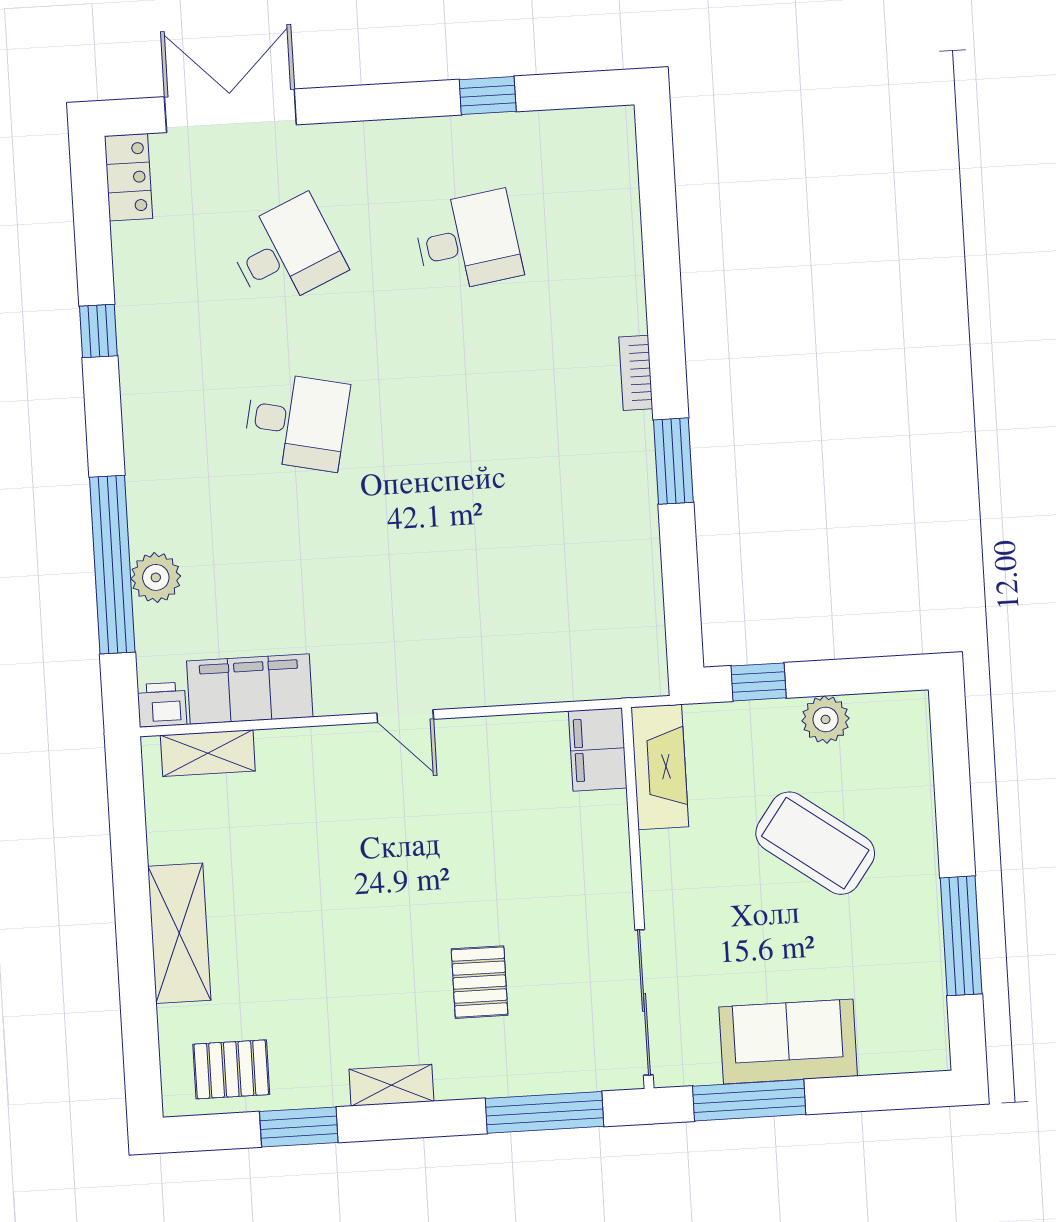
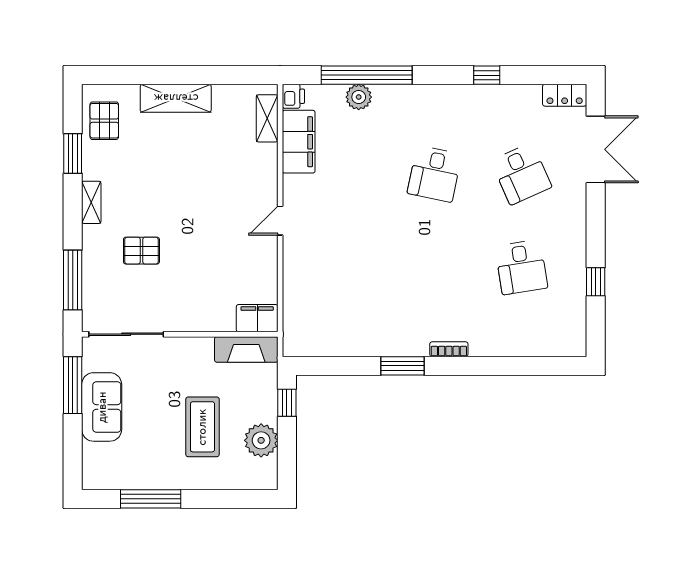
plant: (826, 719) -> (261, 440), width x1.36, depth x1.36
coffee table: (815, 843) -> (202, 427), turned -36

